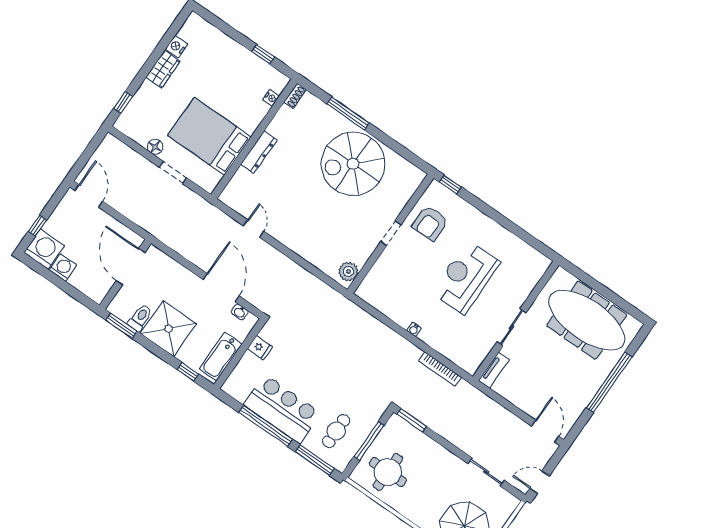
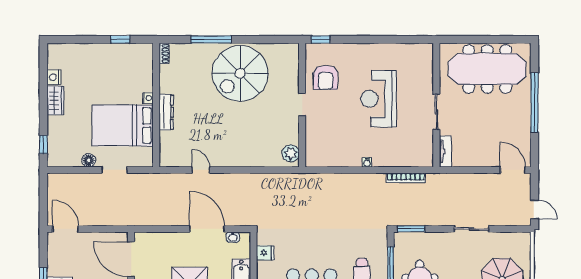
nightstand: (271, 98) -> (148, 98), moved
sliding door: (486, 472) -> (471, 229), moved
door: (540, 482) -> (534, 209), swing flipped

